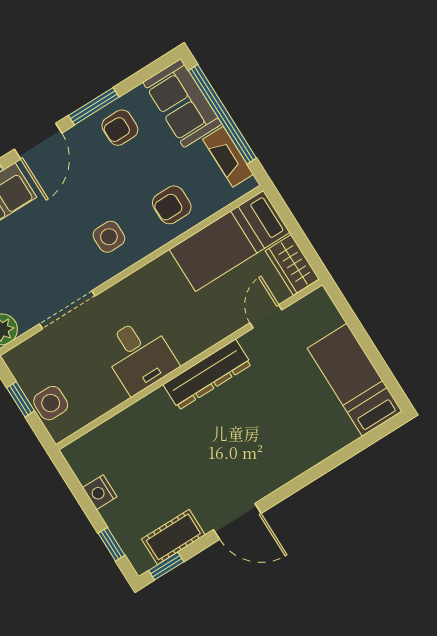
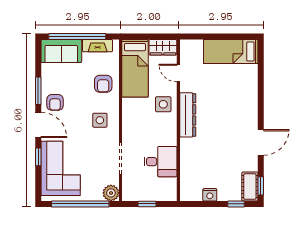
armchair: (120, 128) -> (55, 102), moved
desk: (139, 355) -> (160, 162), moved
side table: (51, 403) -> (163, 104), moved
cot: (173, 537) -> (250, 186), moved

